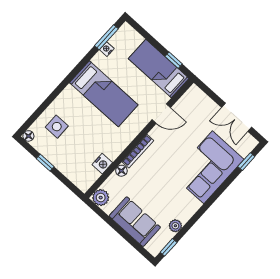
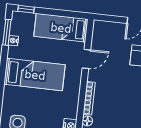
window: (174, 60) -> (26, 9), moved

